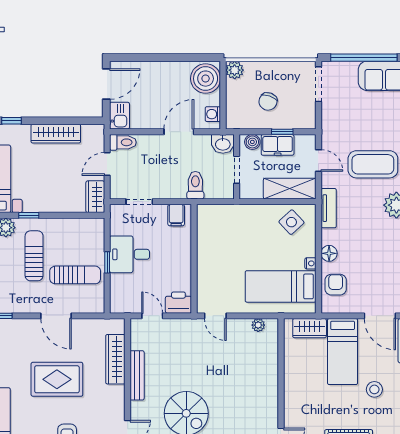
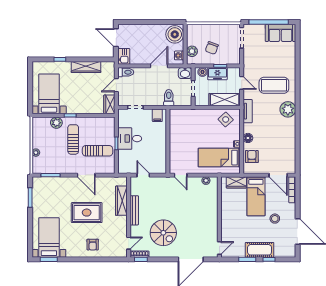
plant: (235, 70) -> (192, 51), moved
door: (106, 84) -> (116, 38), swing flipped
printer: (178, 303) -> (159, 167), removed

